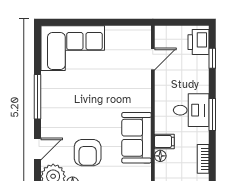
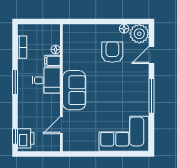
window: (212, 58) -> (15, 136), moved
desk: (191, 110) -> (46, 80), moved, turned 180
sofa: (137, 138) -> (74, 90), moved

